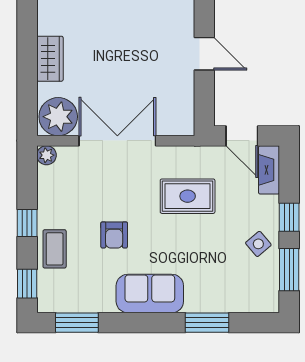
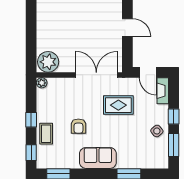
wardrobe: (50, 59) -> (44, 30), removed
double door: (117, 141) -> (96, 75), moved

